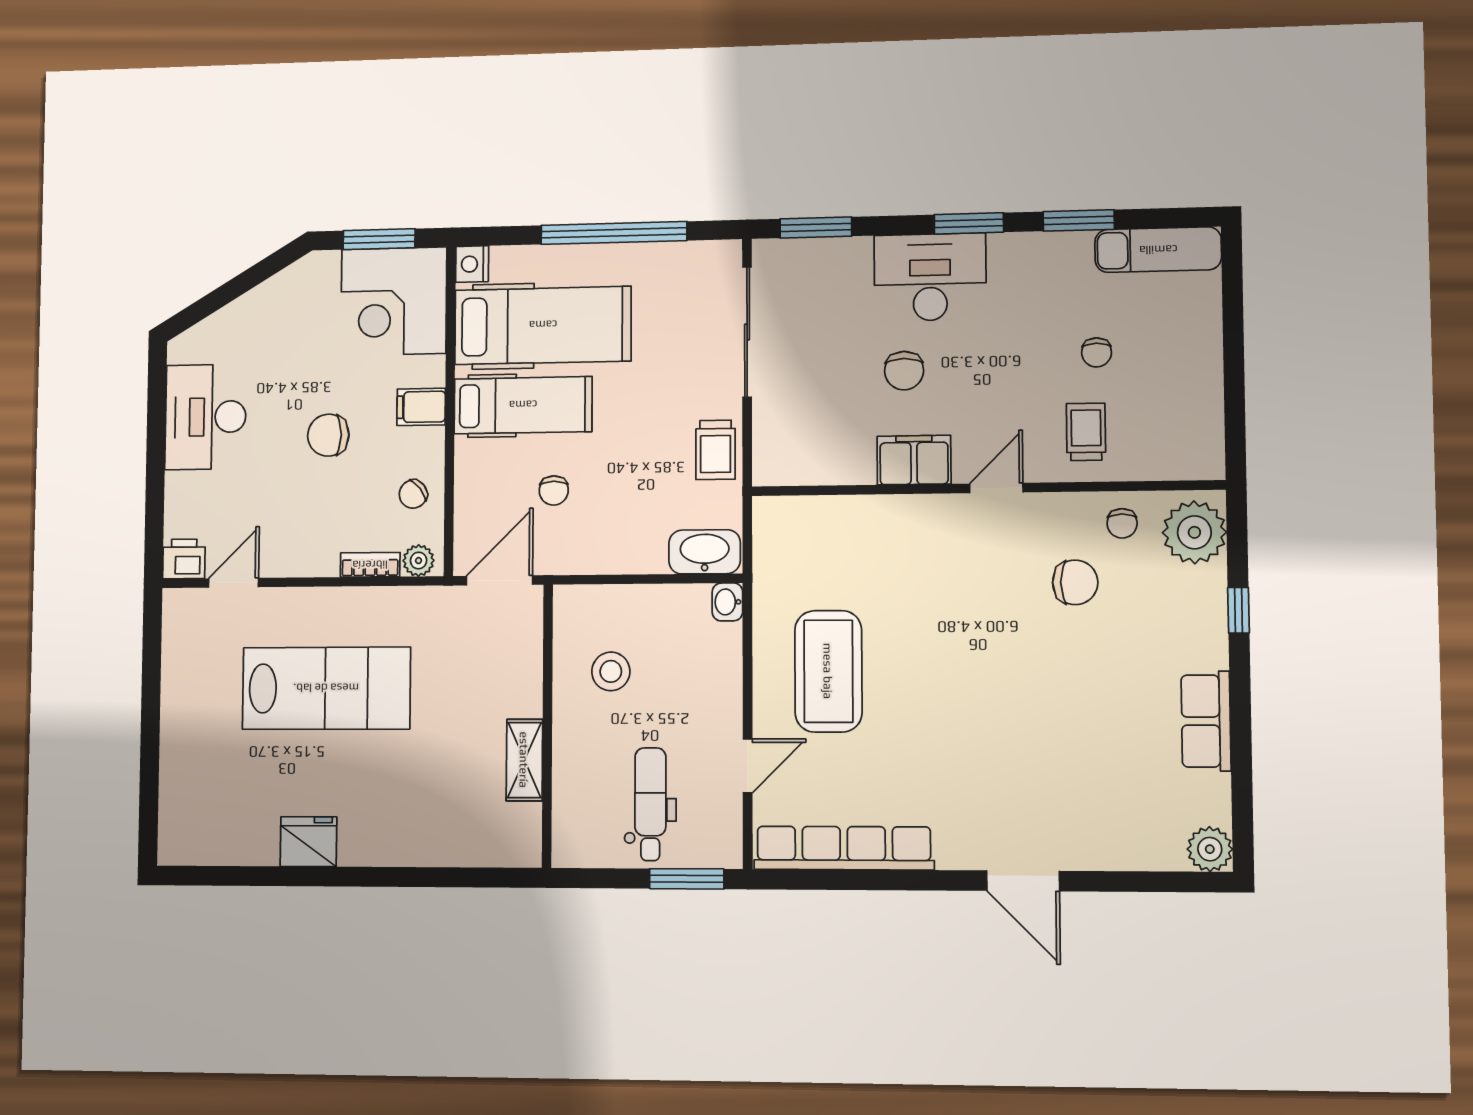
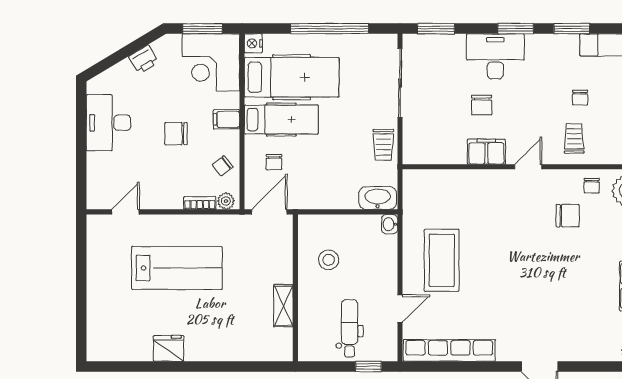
chair: (554, 491) -> (274, 162), moved
printer: (184, 559) -> (144, 59), moved, turned 149
window: (687, 879) -> (368, 366), width x0.67

